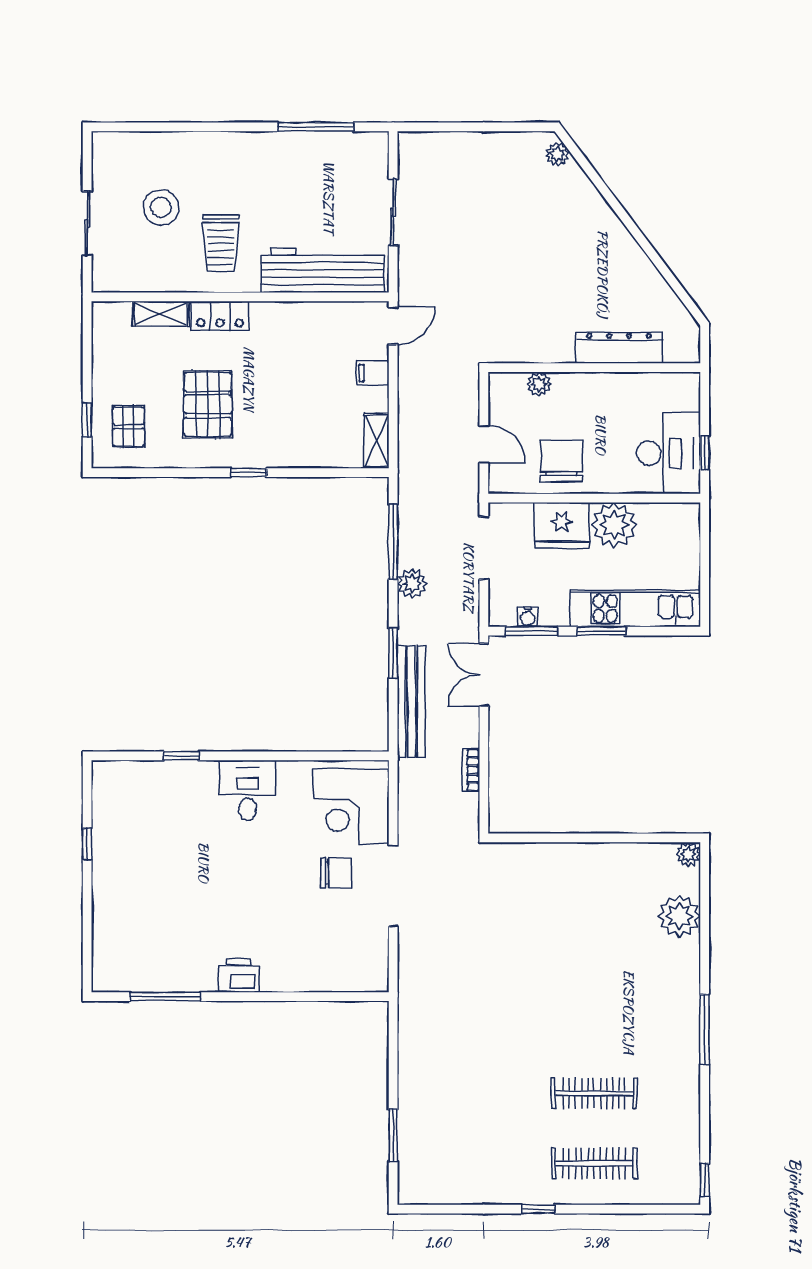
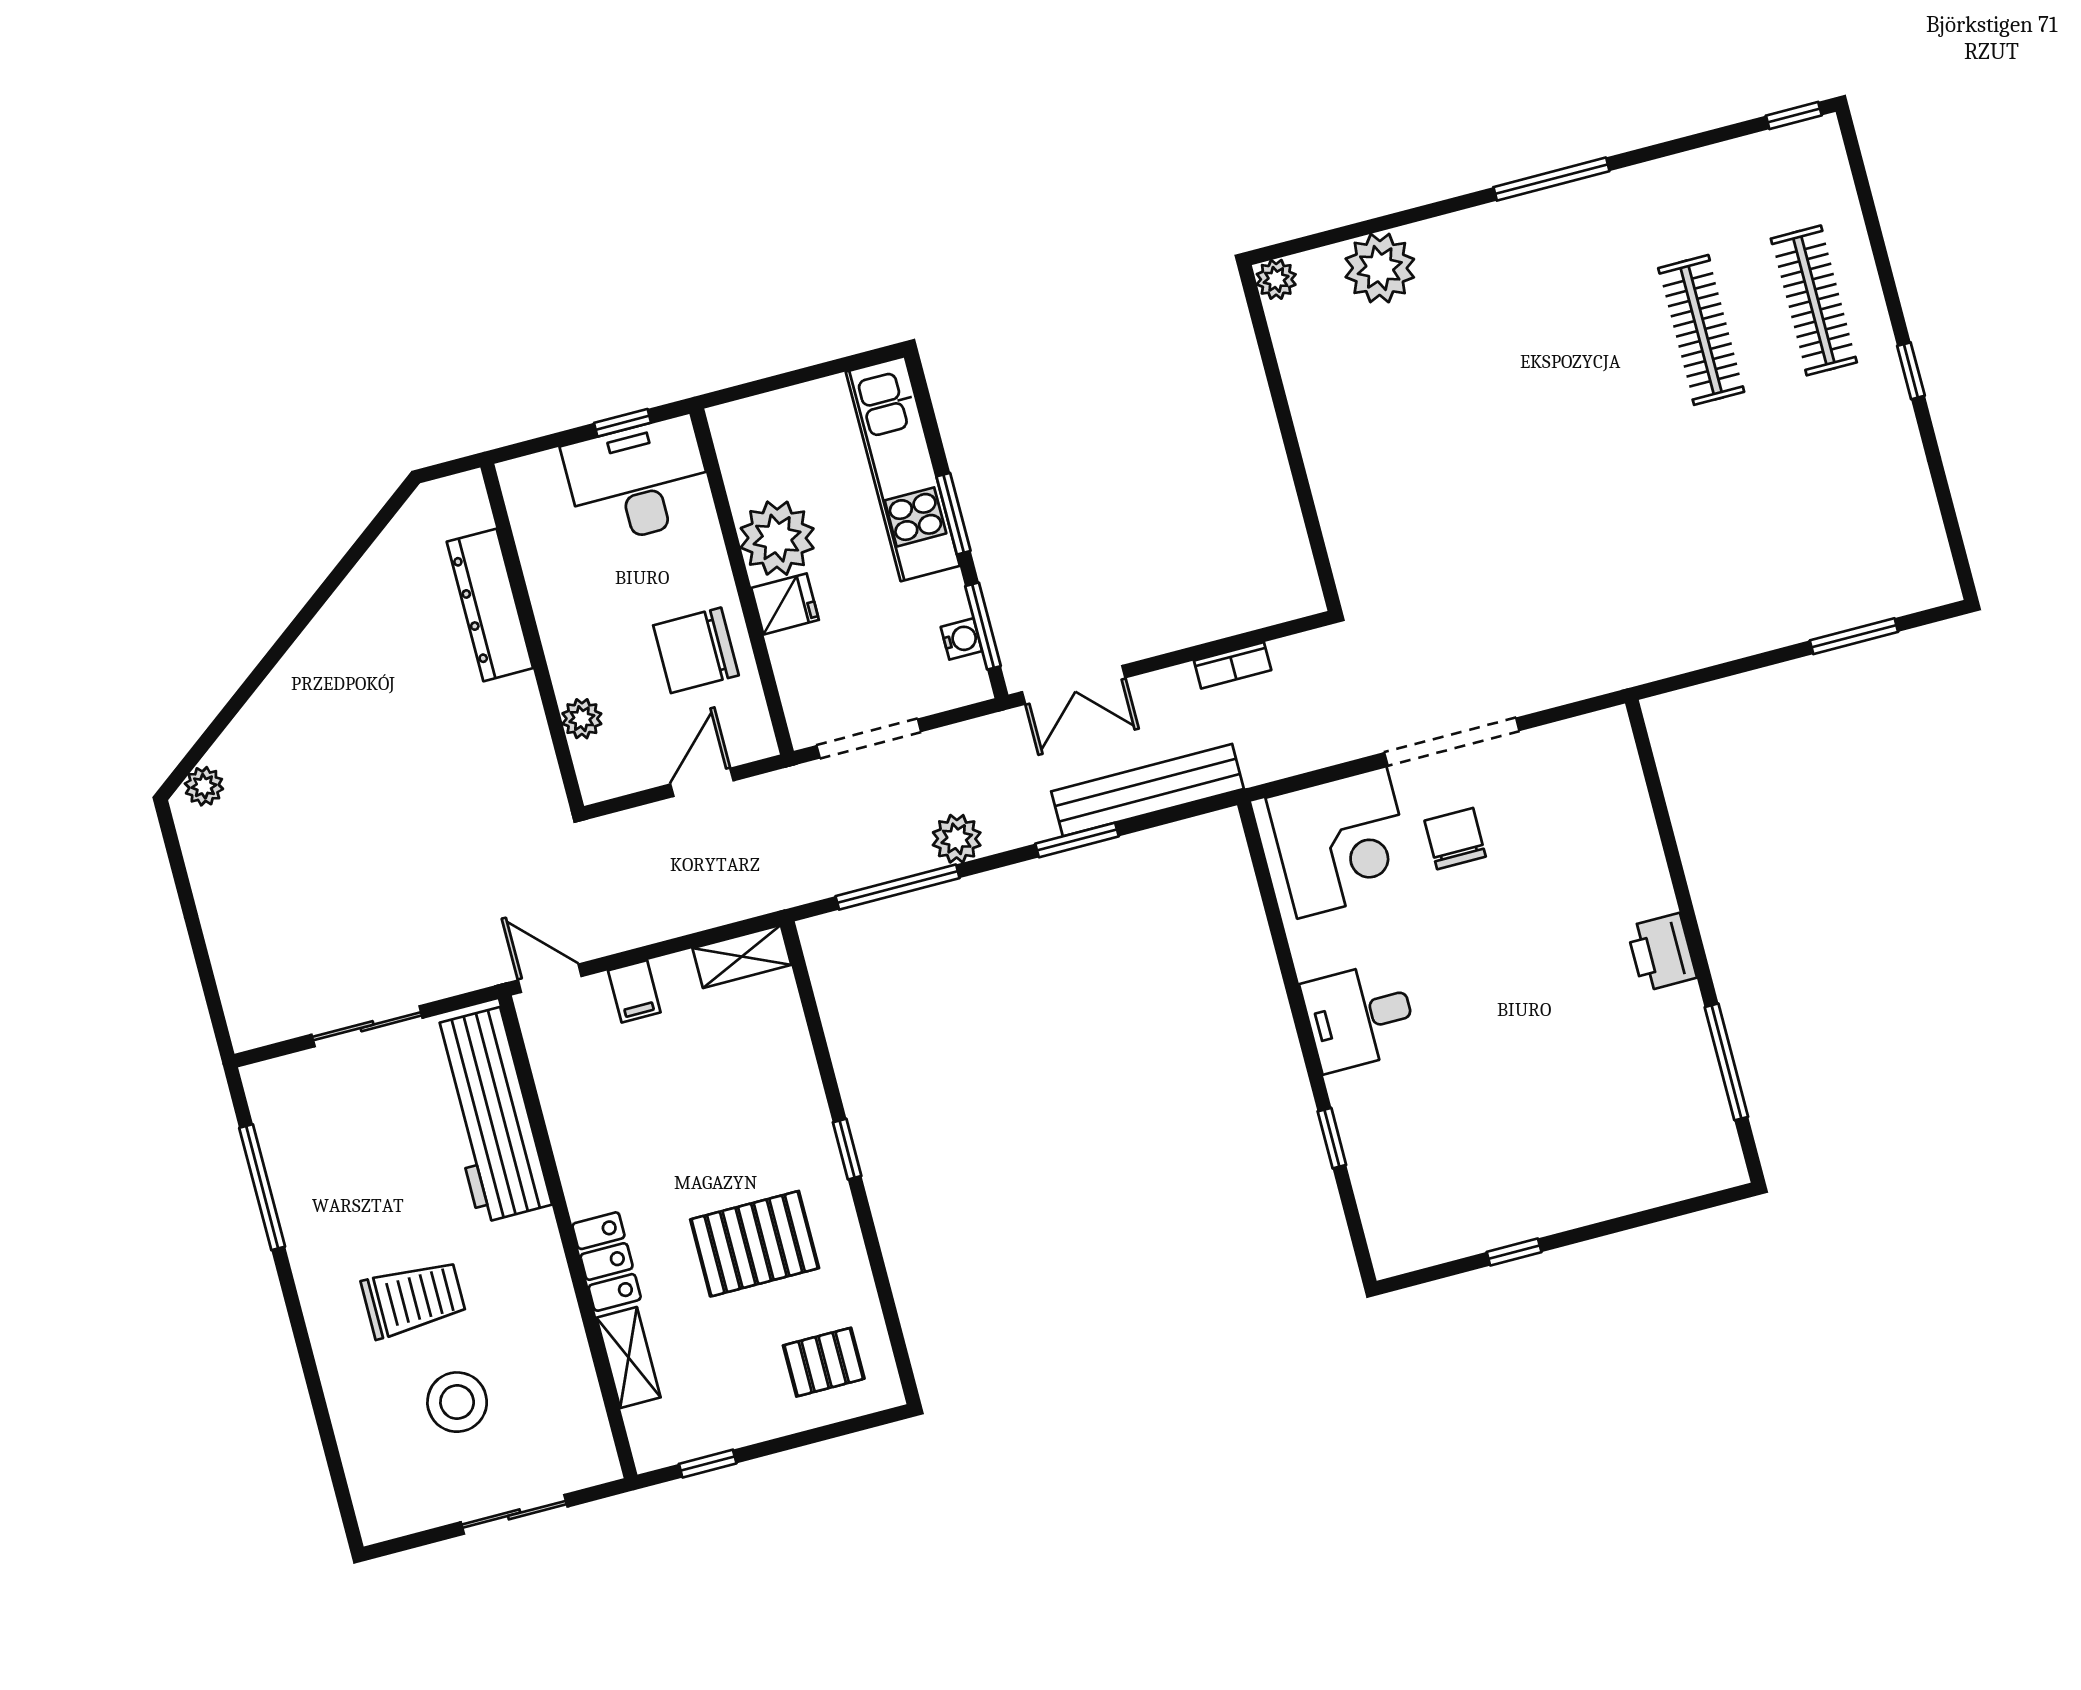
trolley: (221, 243) -> (414, 1299), moved
window: (87, 420) -> (708, 1464), moved
fridge: (562, 525) -> (785, 604), width x0.53, depth x0.75

